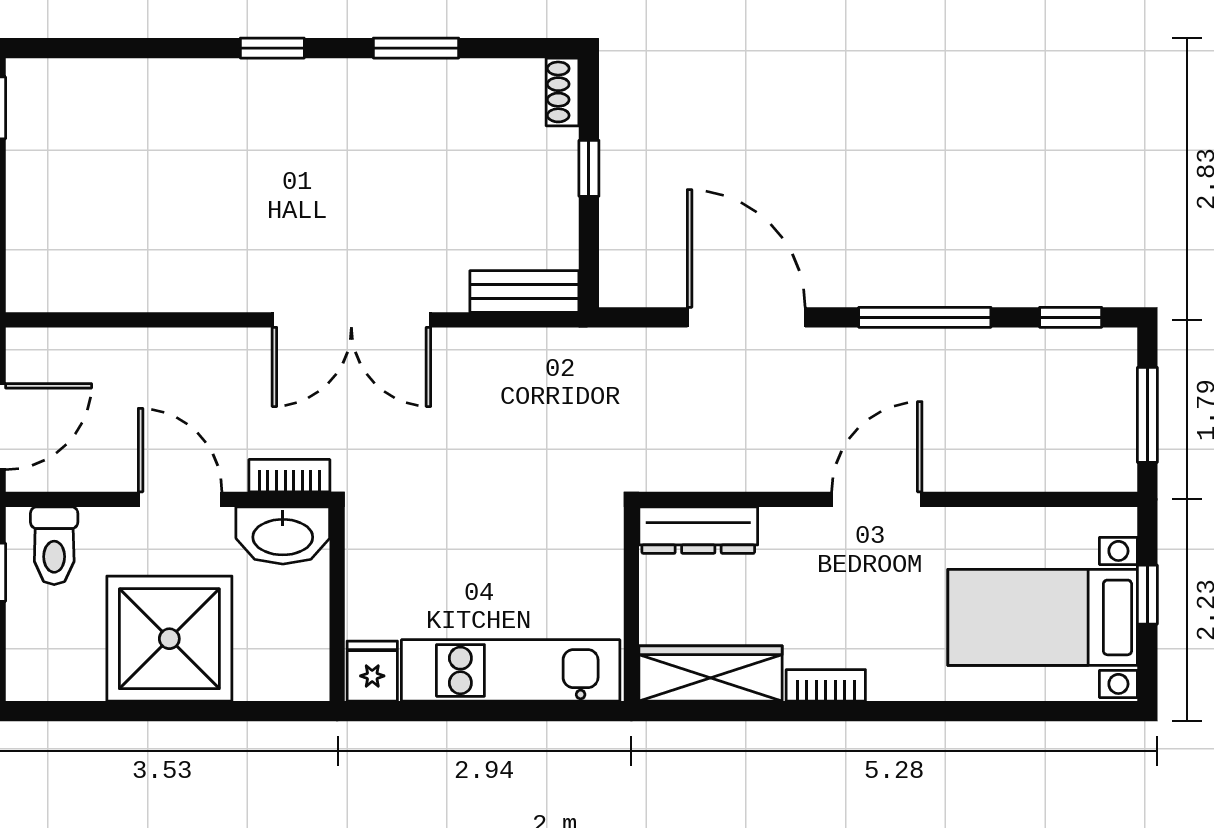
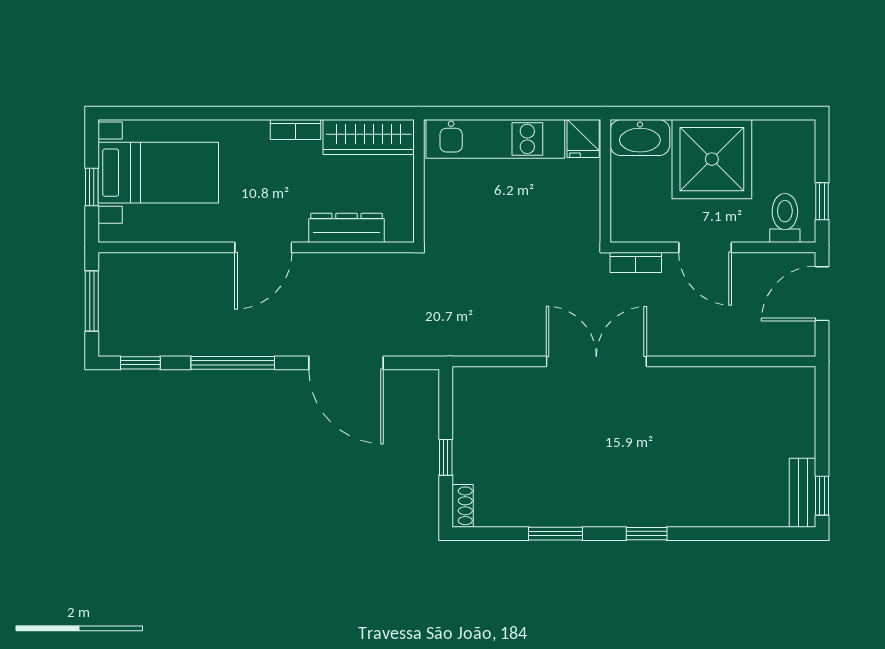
bench: (524, 291) -> (803, 493), moved, turned 90
dresser: (698, 530) -> (347, 228), moved
washbasin: (283, 535) -> (640, 138), moved, turned 180

